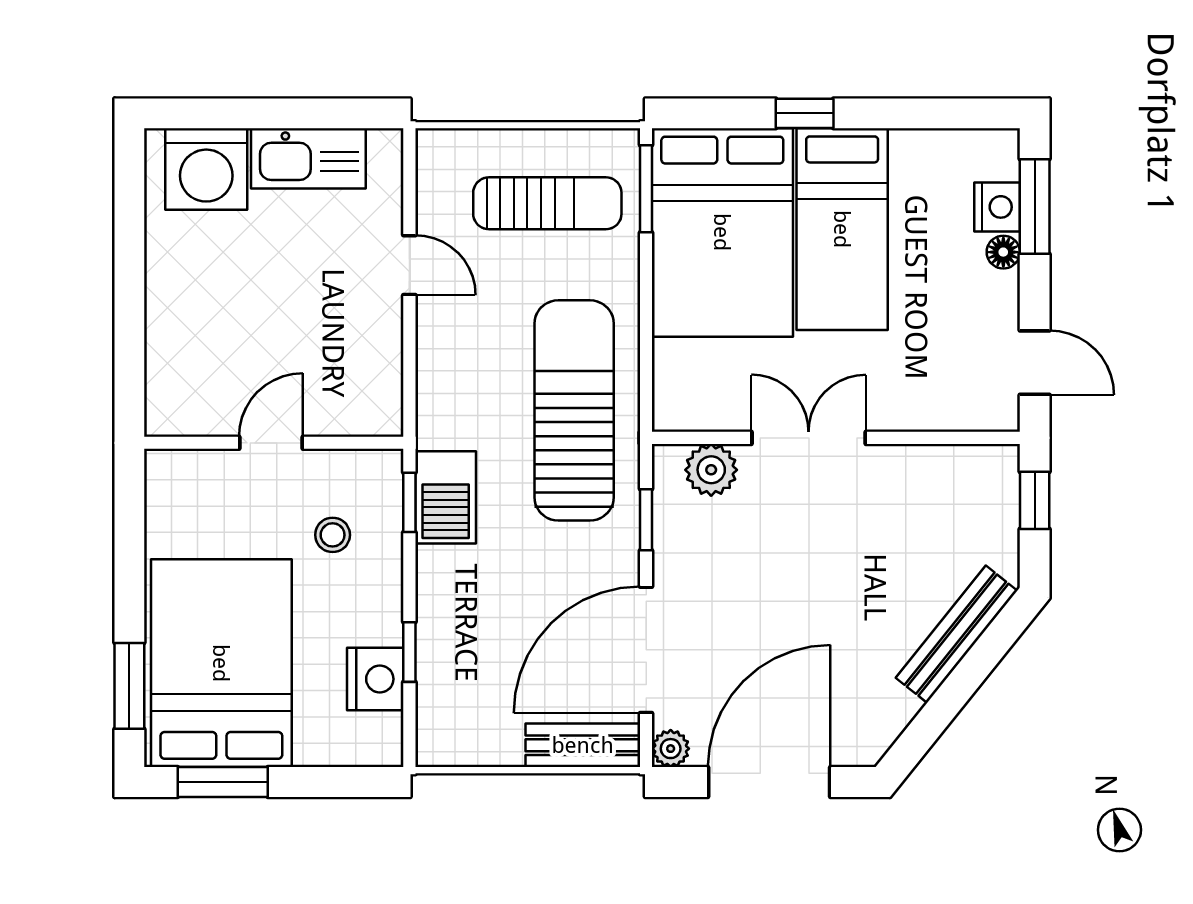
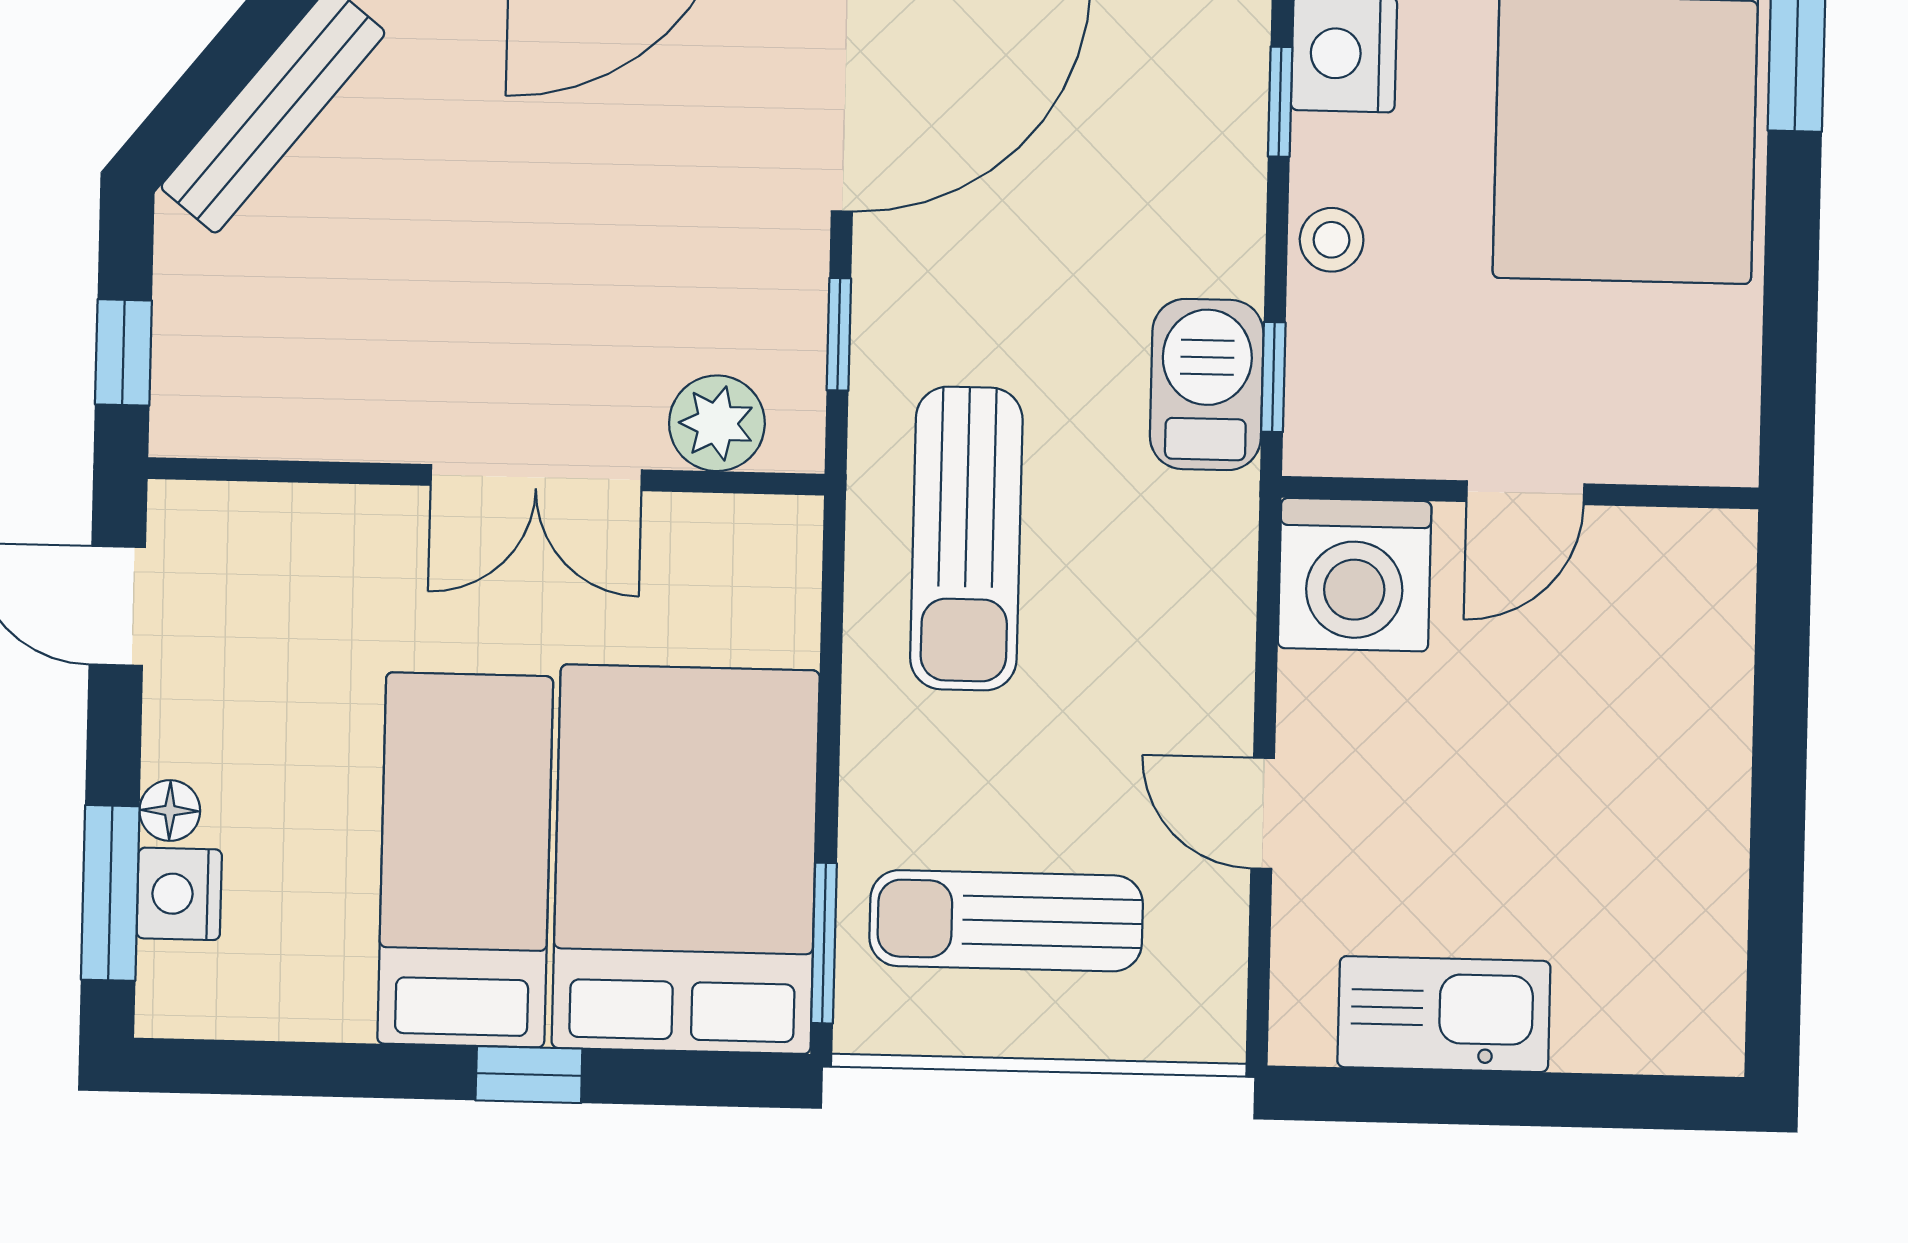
washing machine: (206, 169) -> (1355, 575), moved, turned 180
sun lounger: (574, 410) -> (966, 539), width x0.73, depth x0.75
stool: (333, 535) -> (1332, 240), moved

